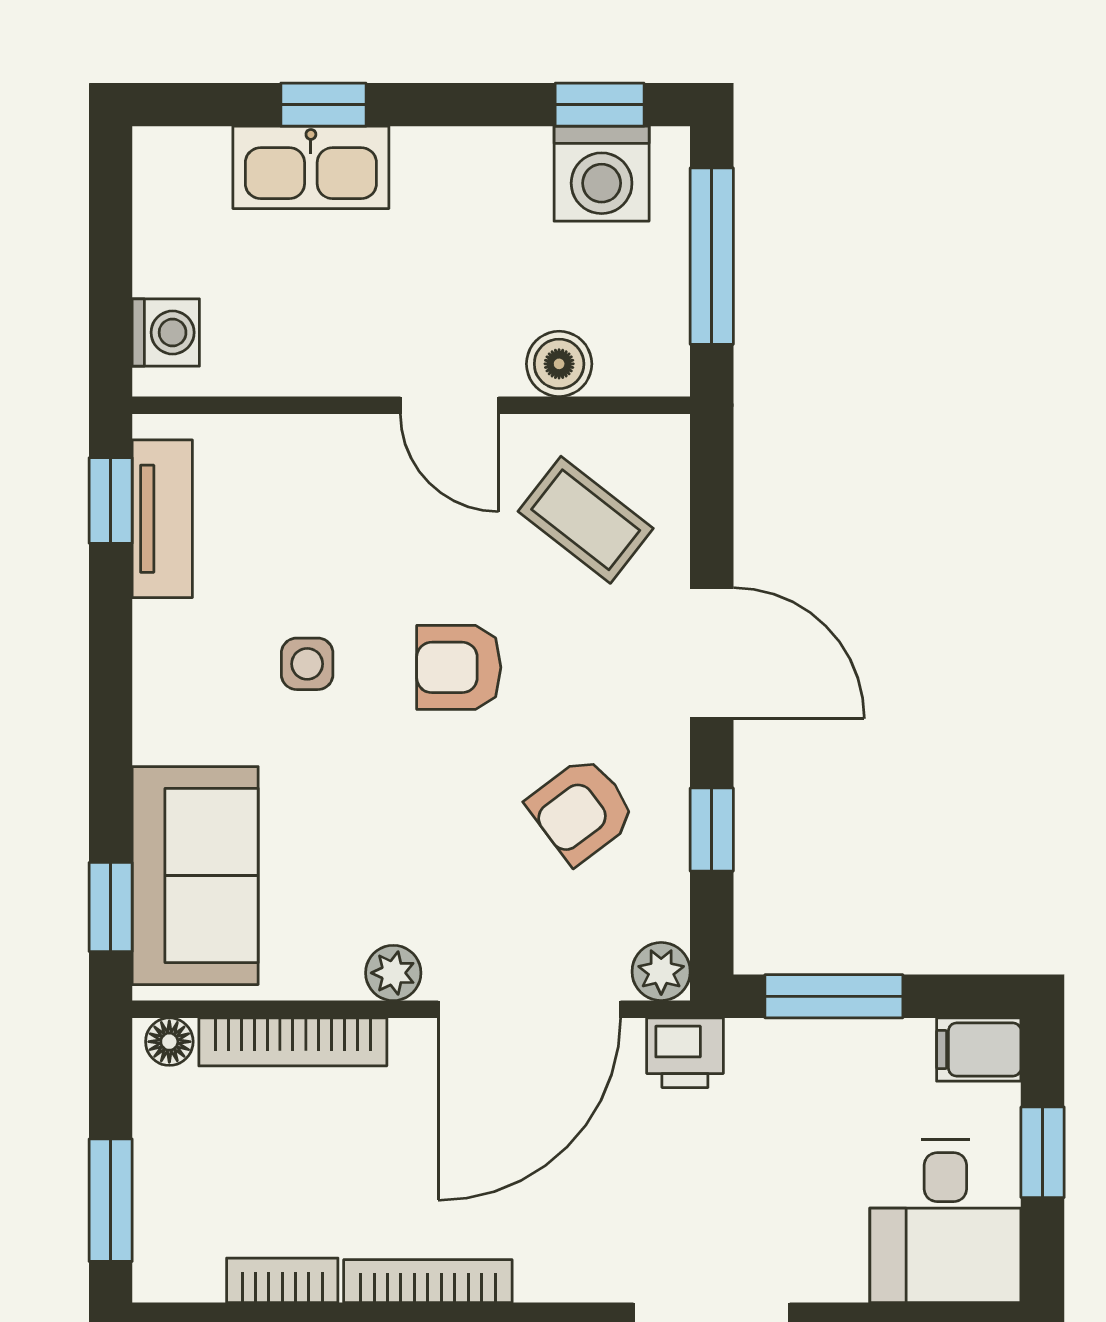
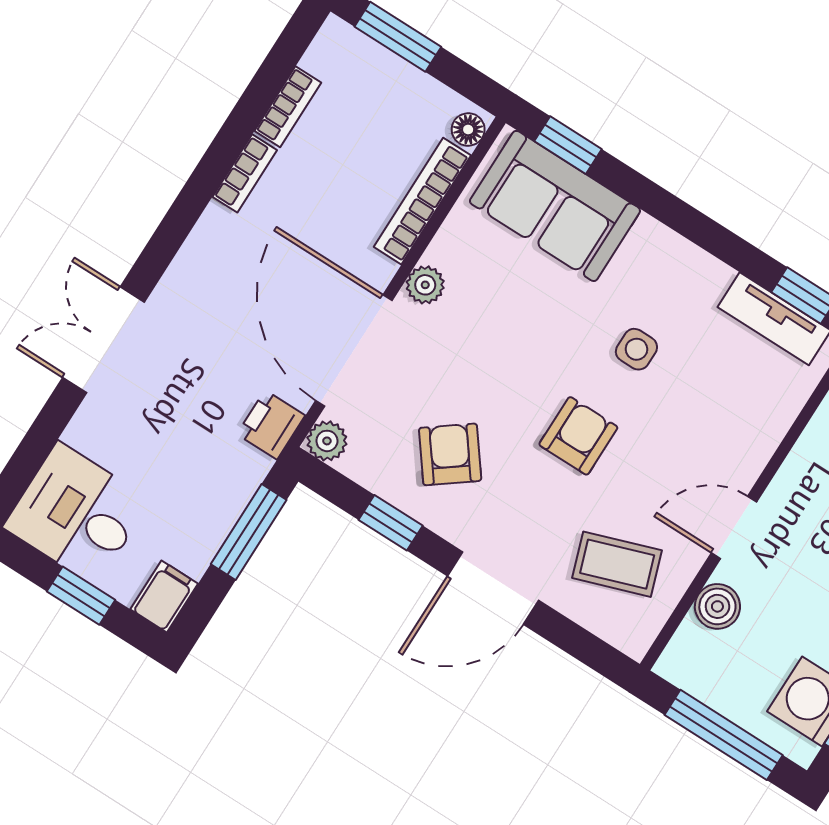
coffee table: (586, 520) -> (617, 564), turned 33
bookcase: (428, 1281) -> (245, 173), width x0.64

